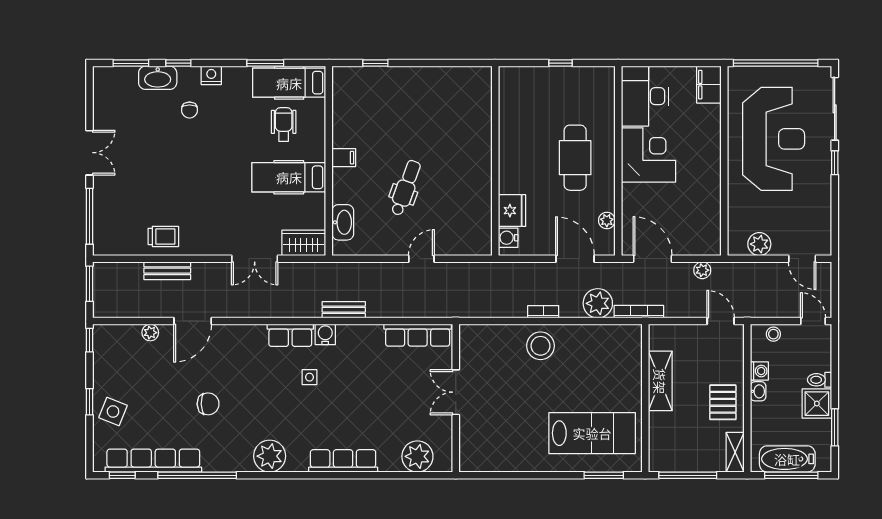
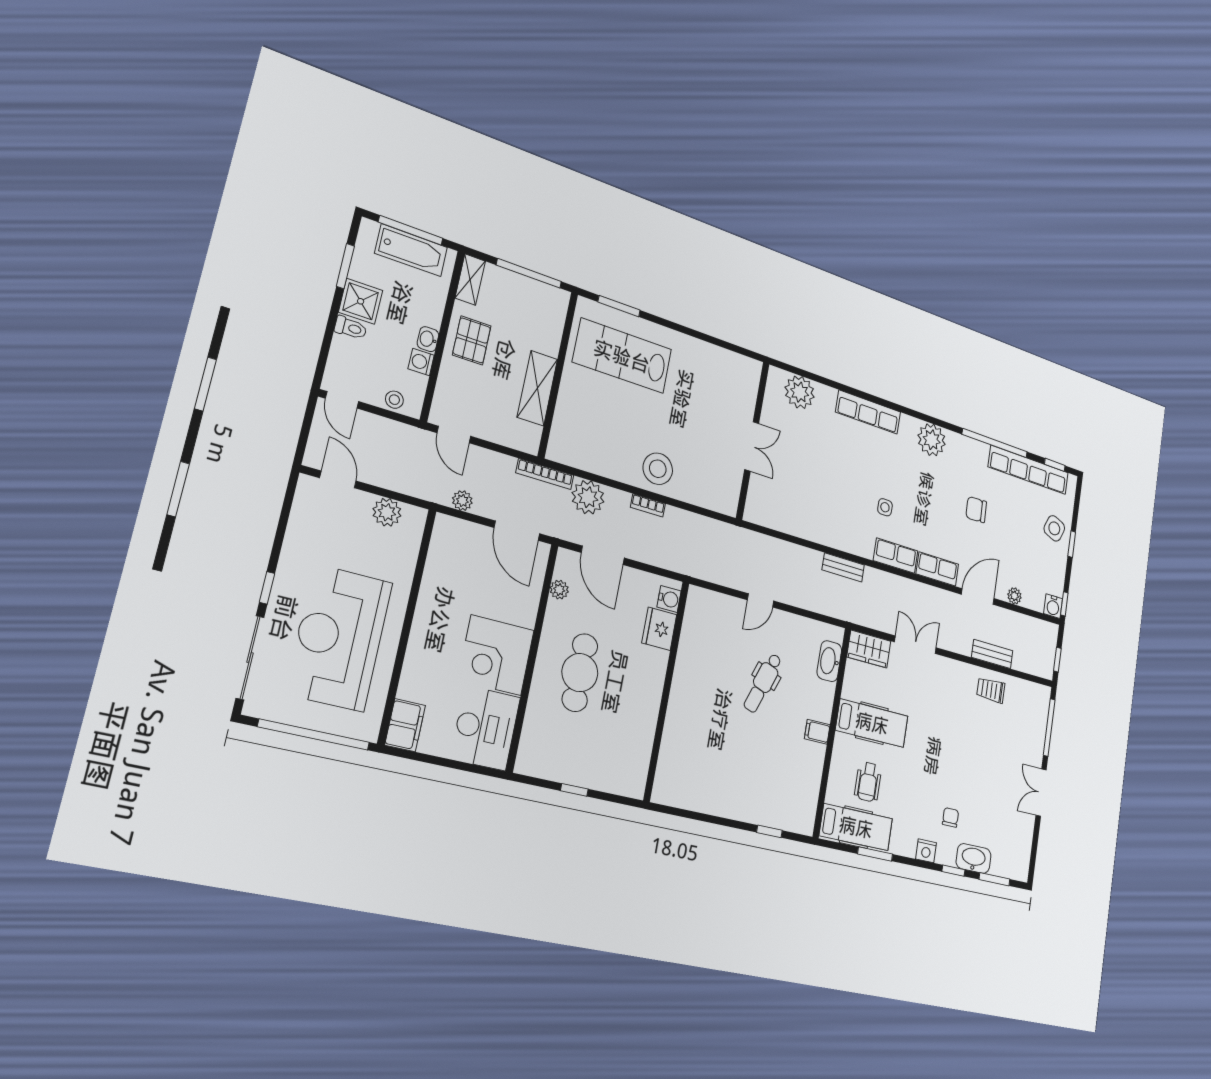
window: (89, 284) -> (1057, 660), width x0.67
water cooler: (325, 334) -> (1053, 606), moved
row of seats: (418, 335) -> (937, 569), moved, width x0.68

